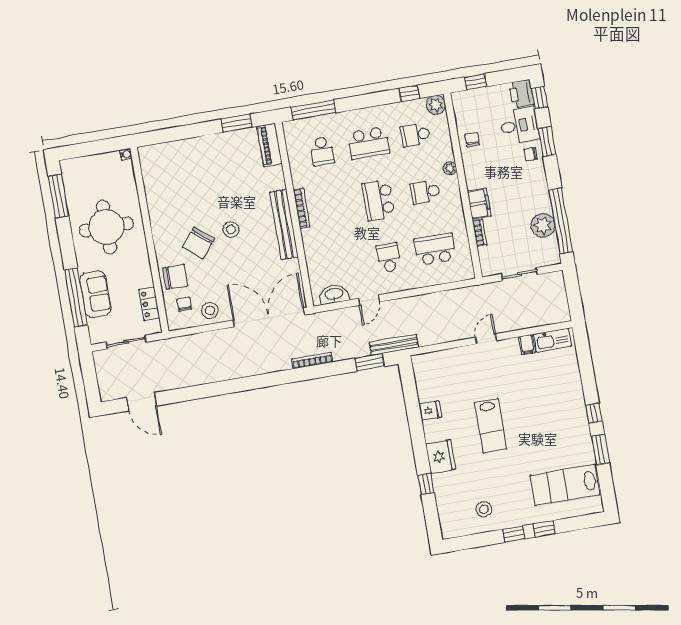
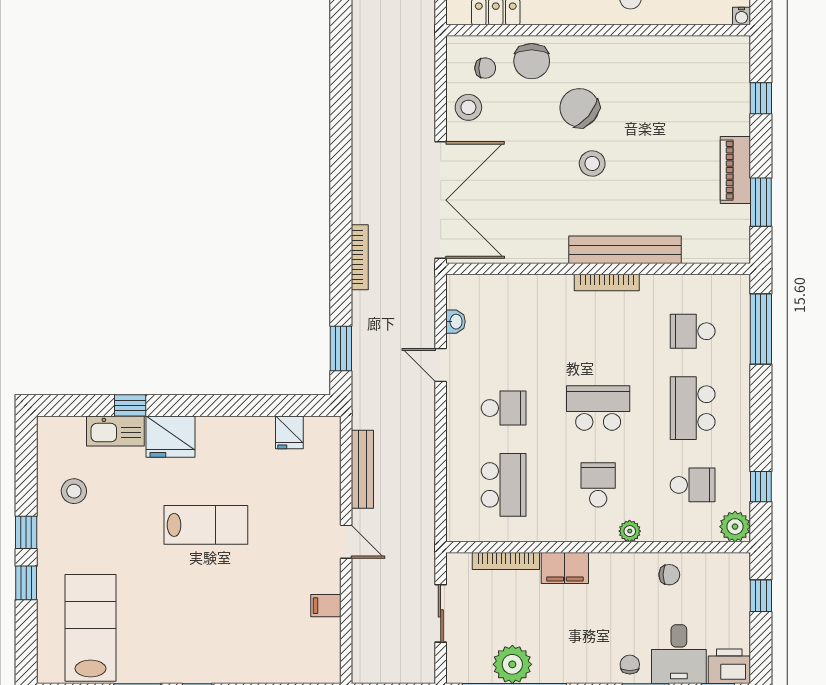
window: (174, 134) -> (761, 98), added
school desk: (415, 135) -> (693, 485), turned 90
piano: (270, 145) -> (735, 170), moved, turned -90
bench: (284, 224) -> (625, 250), moved
bookcase: (480, 233) -> (506, 561), width x1.56
washbasin: (334, 294) -> (455, 322), width x0.52, depth x0.69
kitchen sink: (552, 340) -> (115, 431), moved, turned -90
bench: (394, 345) -> (362, 469), moved
fridge: (430, 411) -> (289, 432), moved
lab bench: (490, 426) -> (206, 525), turned 180

